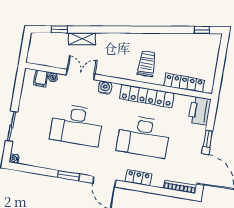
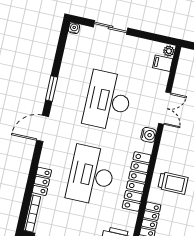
plant: (53, 77) -> (169, 51), moved
locker: (138, 178) -> (42, 181), moved

